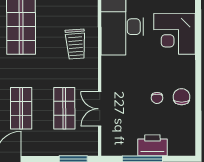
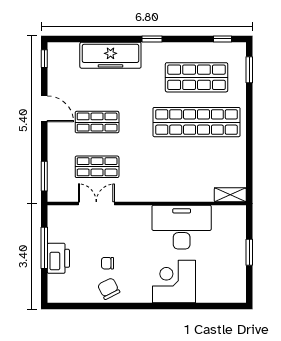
trolley: (76, 44) -> (164, 179), removed
chair: (182, 97) -> (109, 289), turned -117

